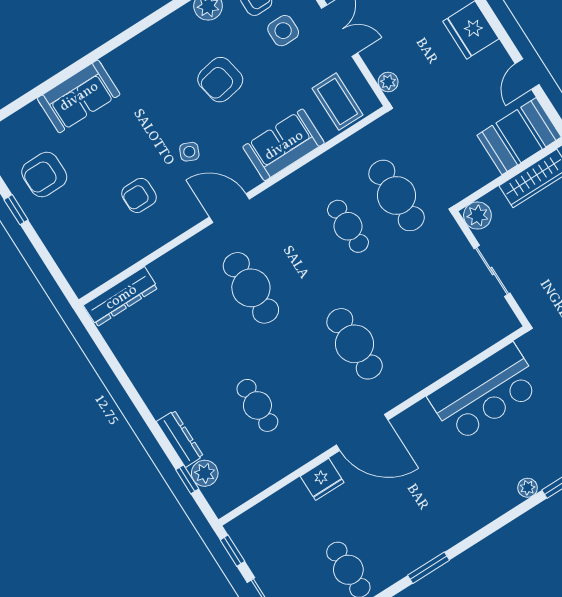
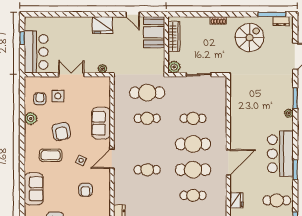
coffee table: (337, 102) -> (51, 155), moved
cafe table: (251, 288) -> (147, 170), width x0.73, depth x0.74
cafe table: (403, 313) -> (193, 118), added
cafe table: (306, 375) -> (193, 170), added
bar counter: (485, 393) -> (280, 154), moved, turned 180
fridge: (322, 479) -> (236, 200), moved

